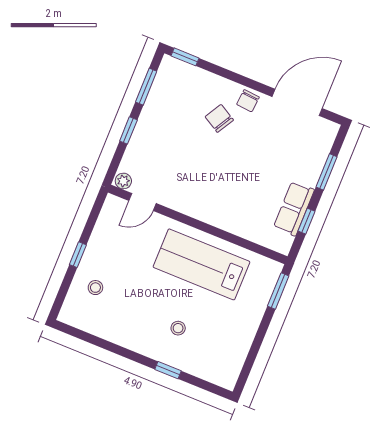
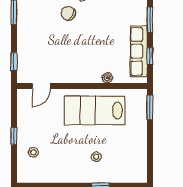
window: (128, 130) -> (14, 62), moved
plant: (123, 181) -> (107, 78), moved
row of seats: (294, 209) -> (139, 51), width x1.48

